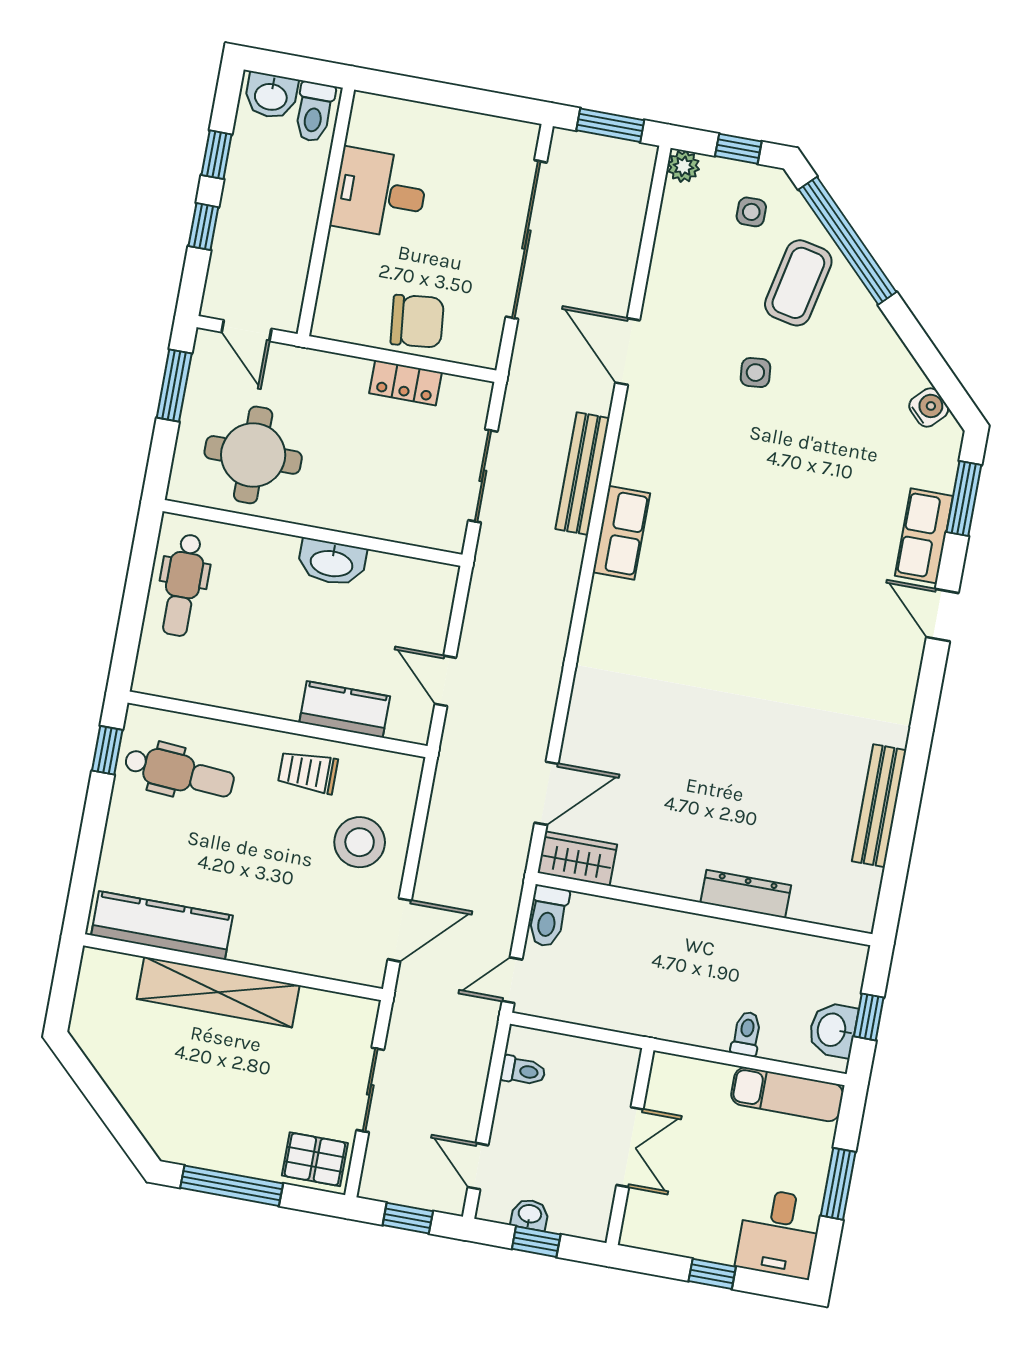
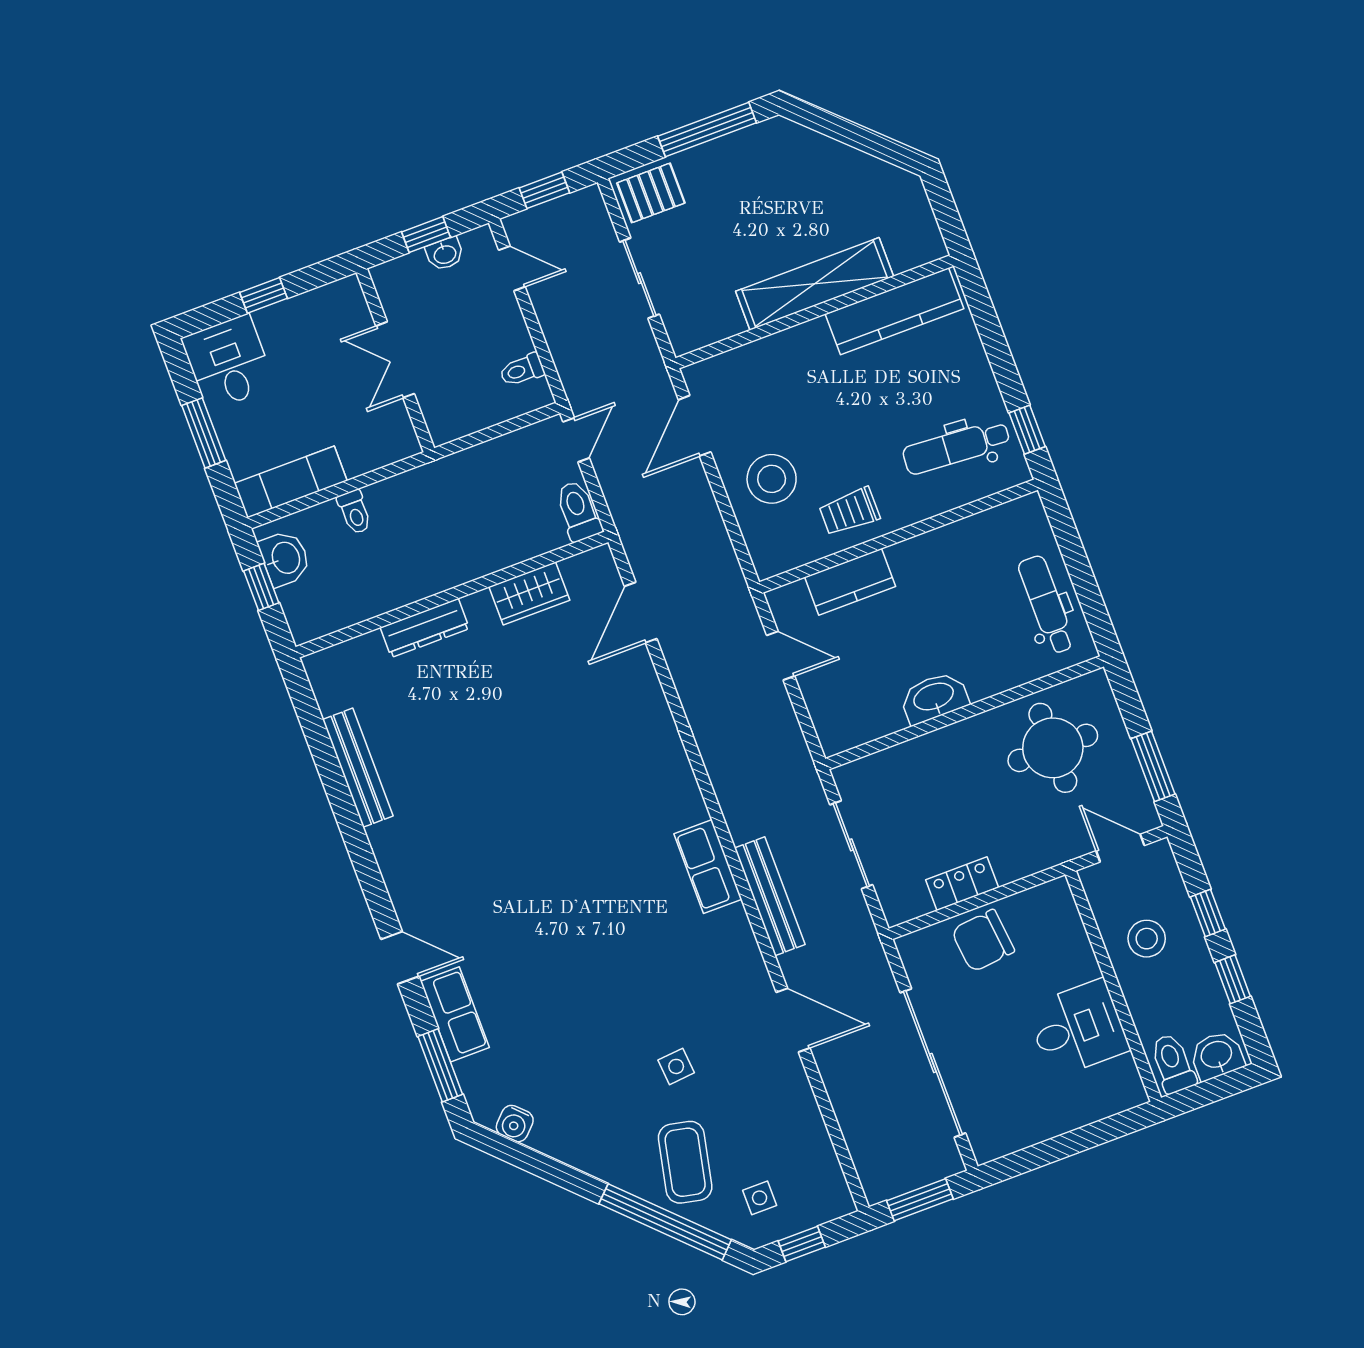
plant: (683, 166) -> (839, 1202), removed
stool: (271, 236) -> (1147, 939), added
trolley: (308, 772) -> (849, 511), turned 180
wardrobe: (577, 859) -> (529, 593), moved

